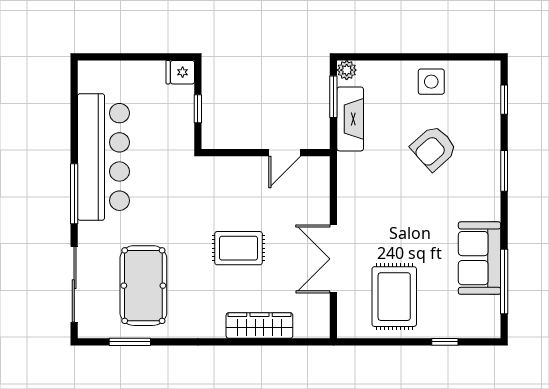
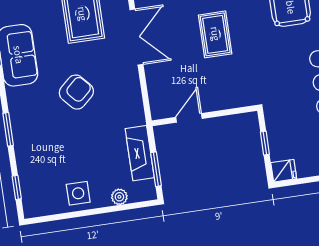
plant: (347, 70) -> (119, 197), moved
armchair: (434, 148) -> (76, 92), moved
rug: (239, 248) -> (215, 34), turned 90

